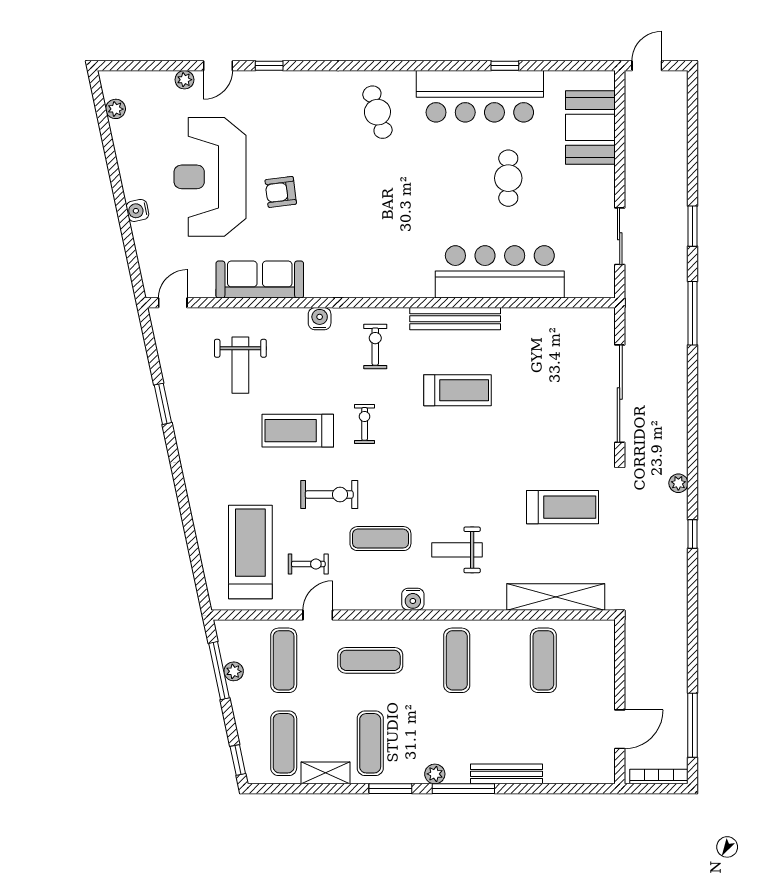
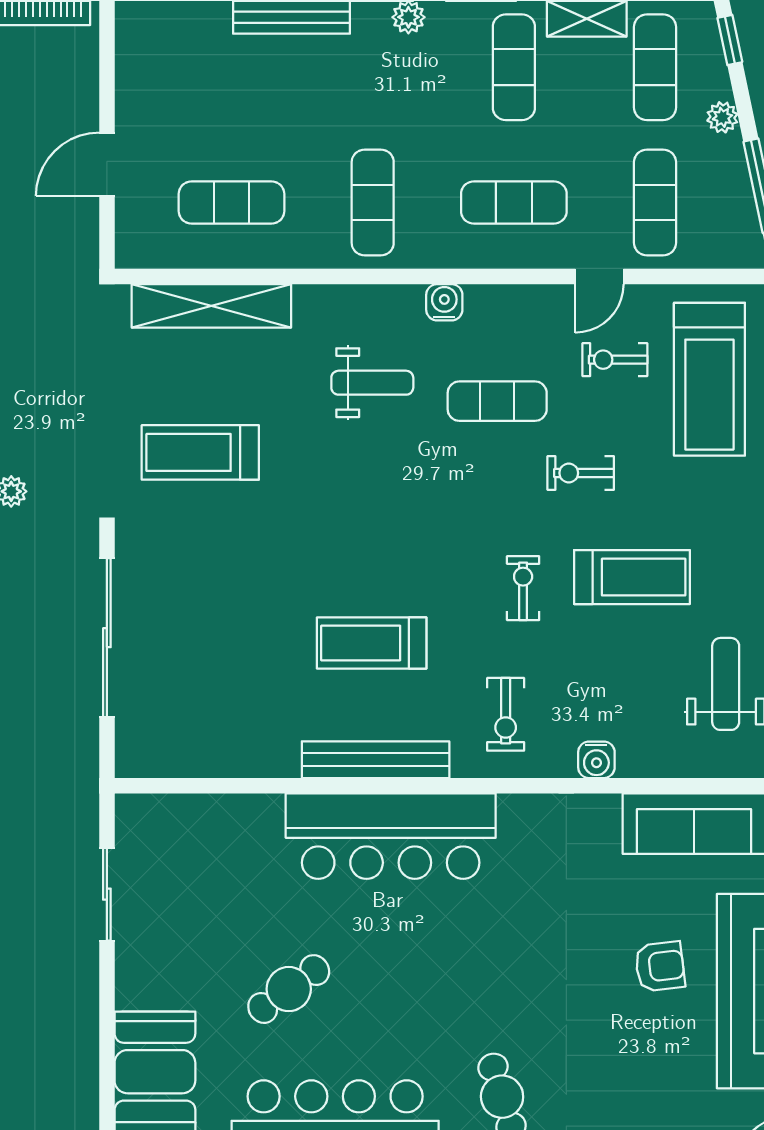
cafe table: (508, 178) -> (289, 989), turned 54
bar counter: (500, 272) -> (391, 836), moved
exercise bike: (365, 424) -> (523, 588), turned 180
exercise bike: (329, 495) -> (581, 473), width x0.73, depth x0.72
exercise mat: (543, 660) -> (232, 203), turned 90
plant: (234, 671) -> (722, 117), moved
door: (620, 729) -> (107, 164), moved

